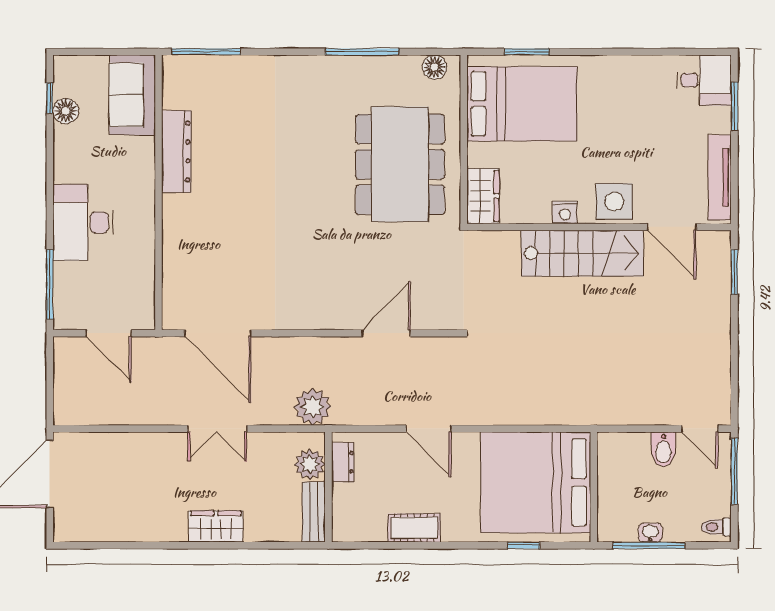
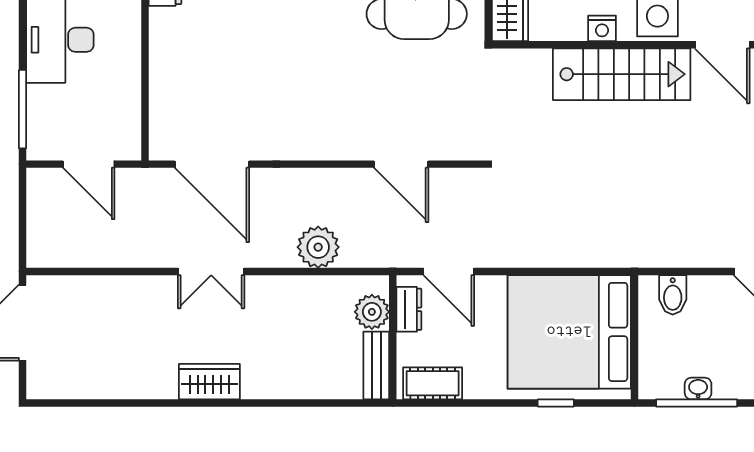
door: (386, 333) -> (401, 164), swing flipped
bidet: (663, 449) -> (673, 295), moved
dresser: (343, 462) -> (409, 309), moved
plant: (310, 464) -> (372, 312), moved
wall: (328, 487) -> (393, 337), moved
bench: (314, 512) -> (376, 365), moved

